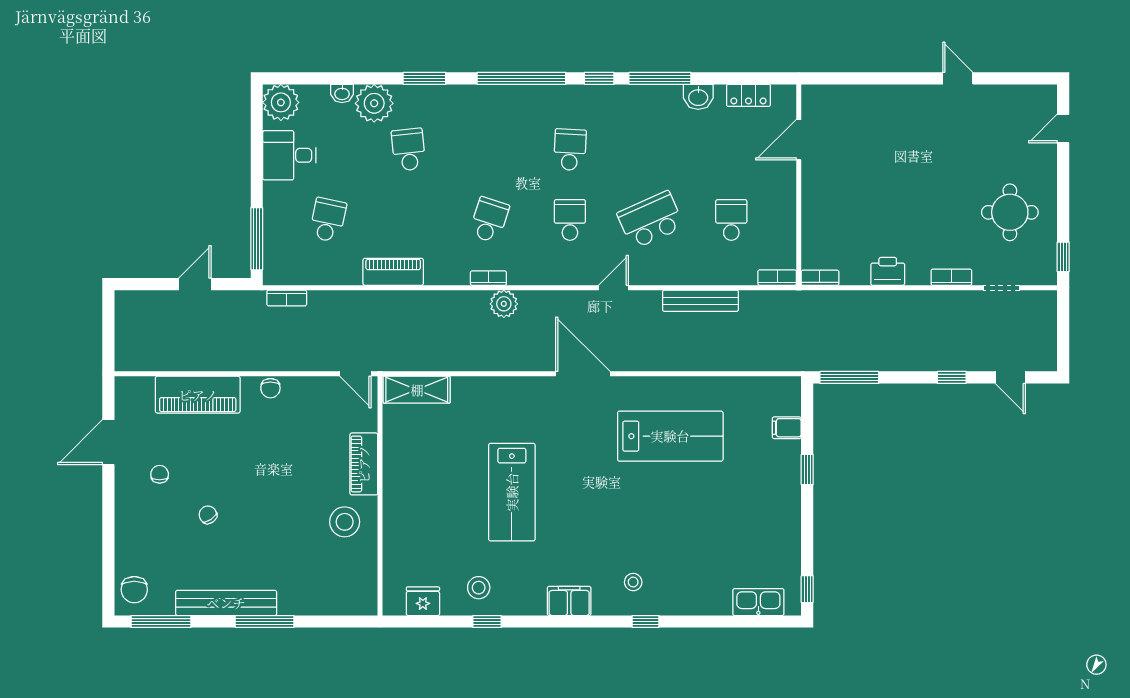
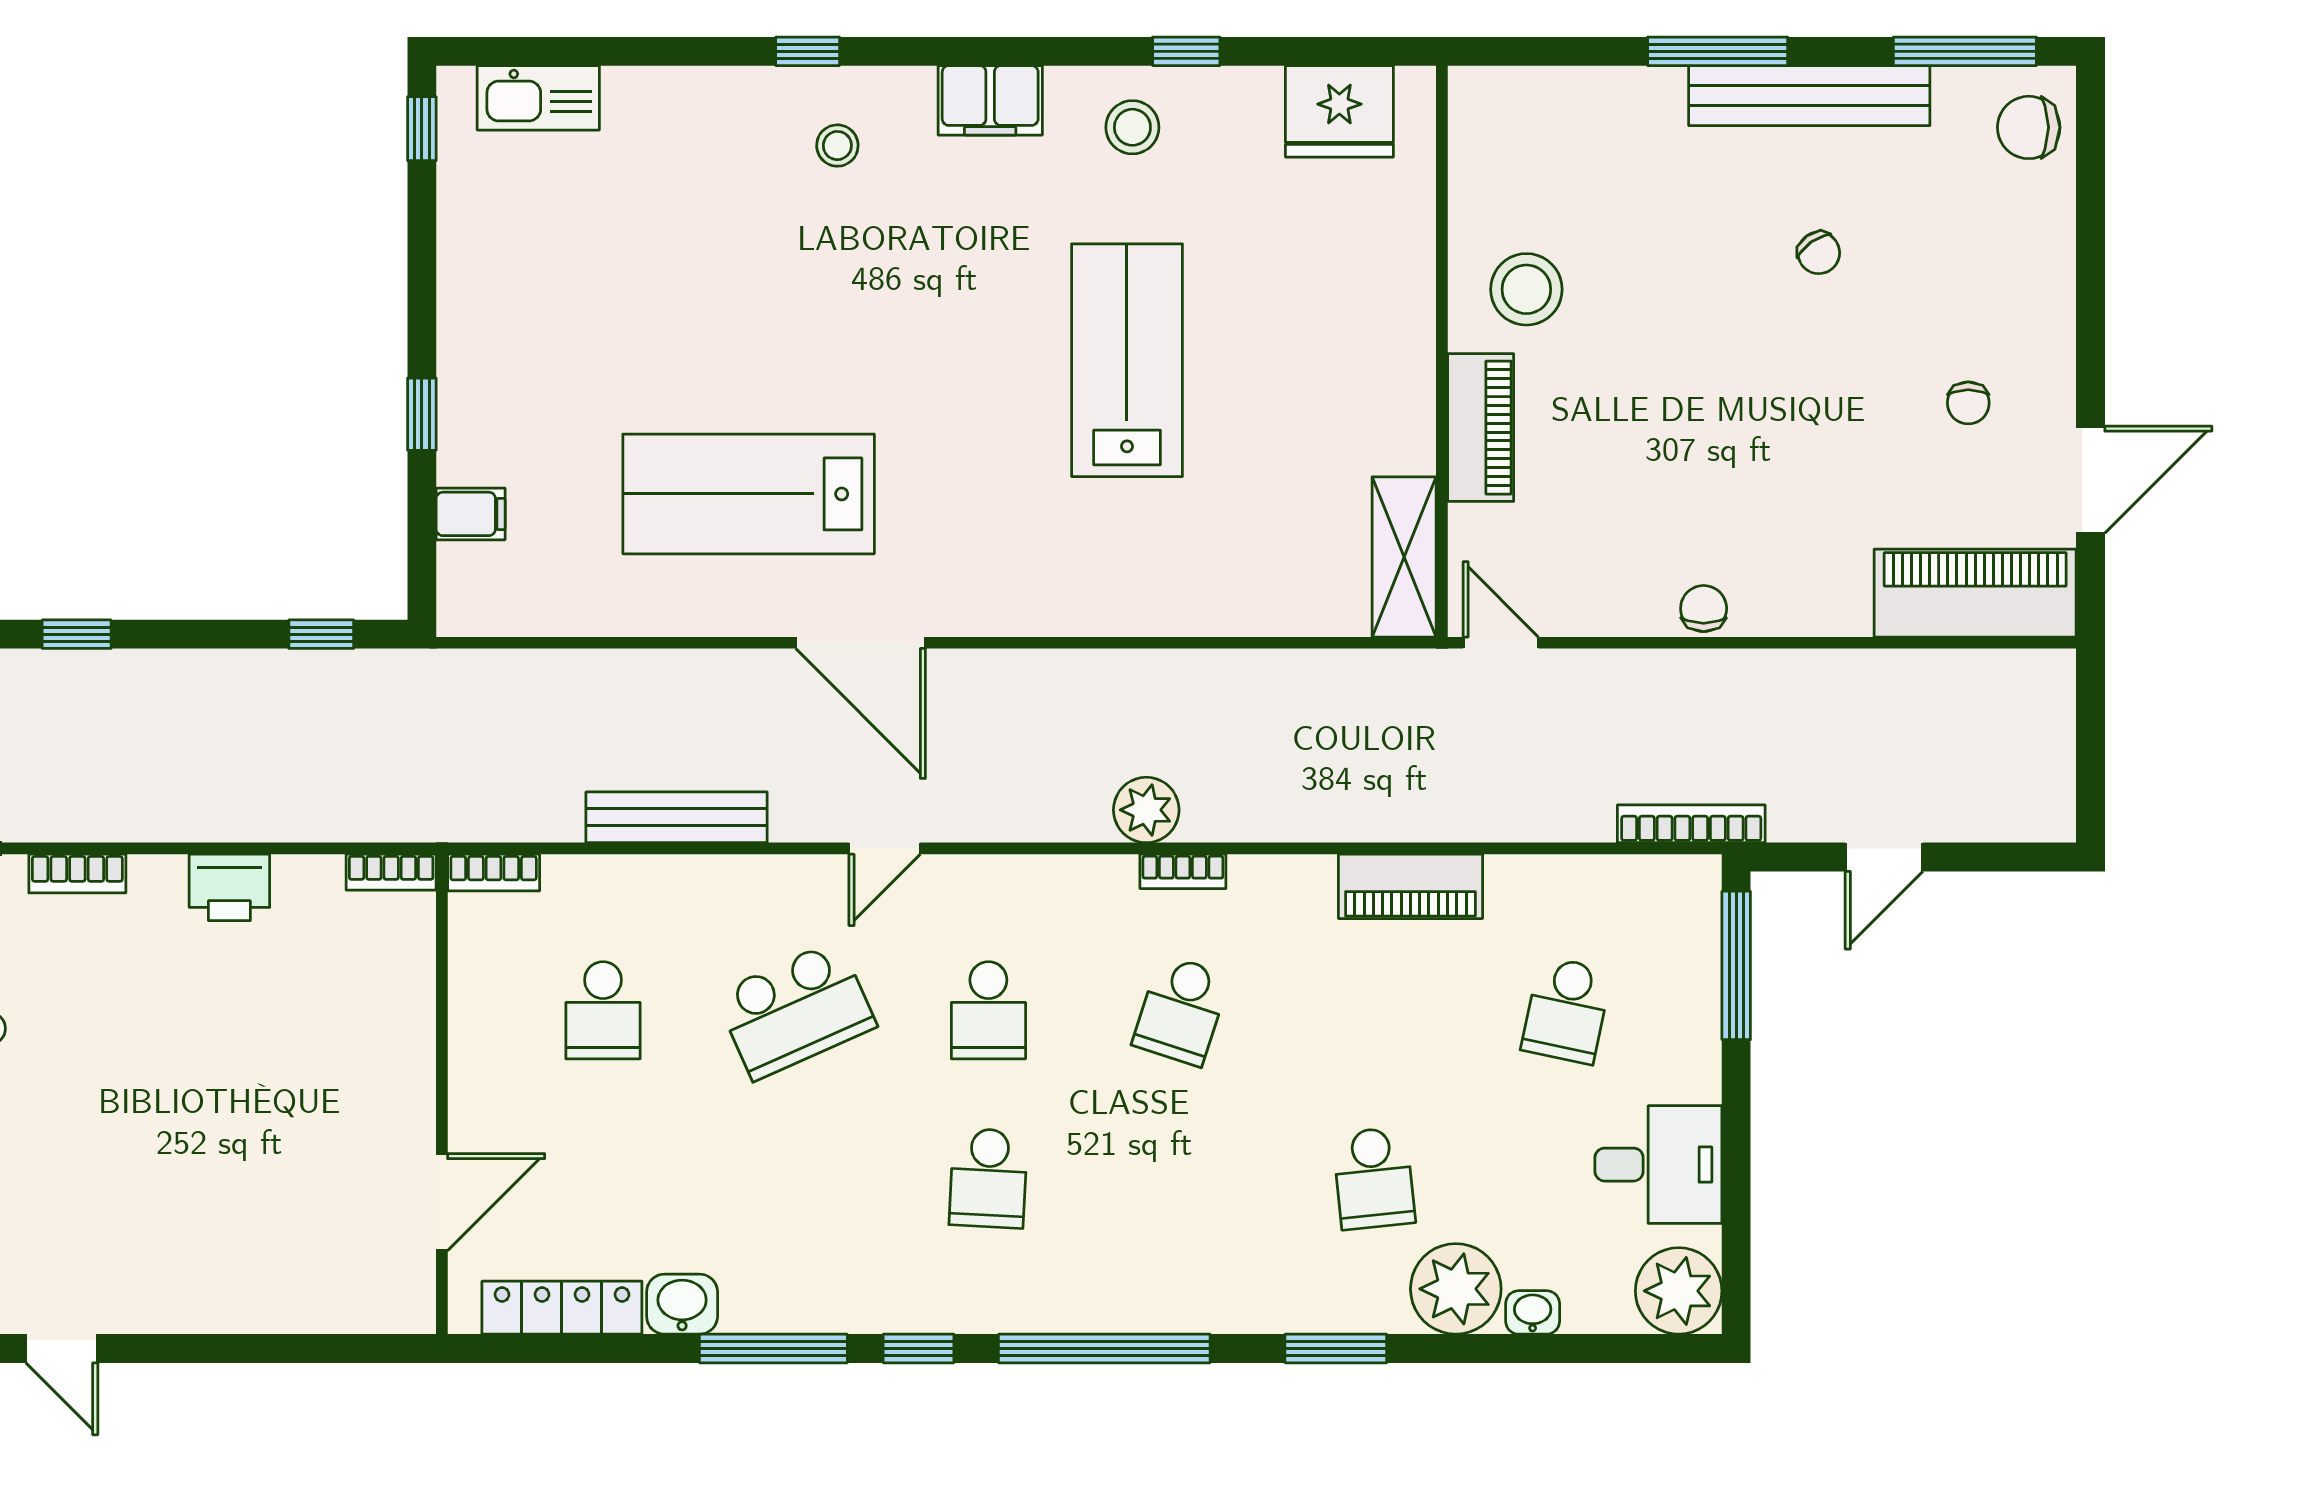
locker: (748, 95) -> (562, 1308), width x1.53
bookcase: (287, 298) -> (1691, 824), width x1.56
door: (583, 374) -> (860, 643), moved
window: (849, 377) -> (321, 634), width x0.46
shelving: (417, 390) -> (1404, 557), moved, turned 90
piano: (198, 395) -> (1975, 593), moved
chair: (208, 515) -> (1819, 253), moved
stool: (479, 588) -> (1132, 127), moved
chair: (134, 590) -> (2029, 127), turned -90
fridge: (423, 601) -> (1339, 111), width x1.36, depth x1.34

